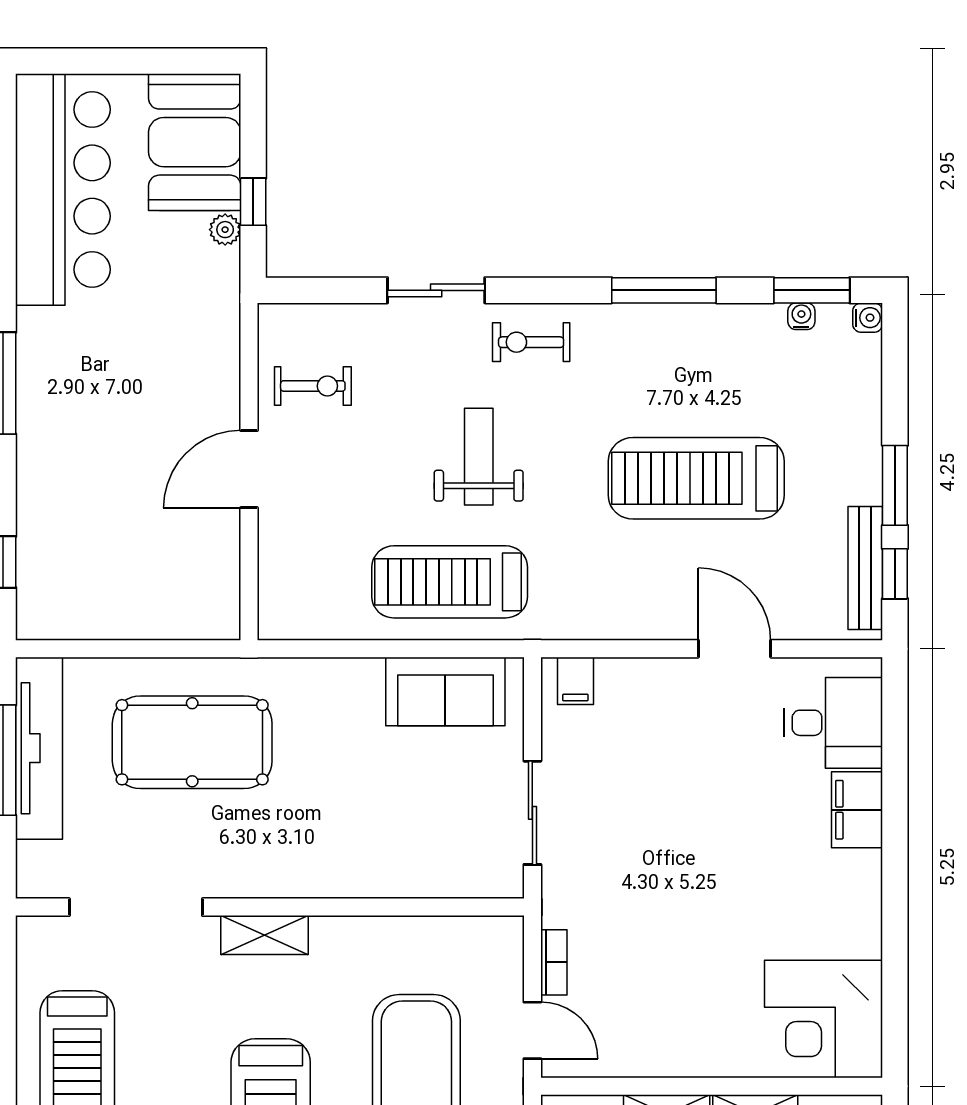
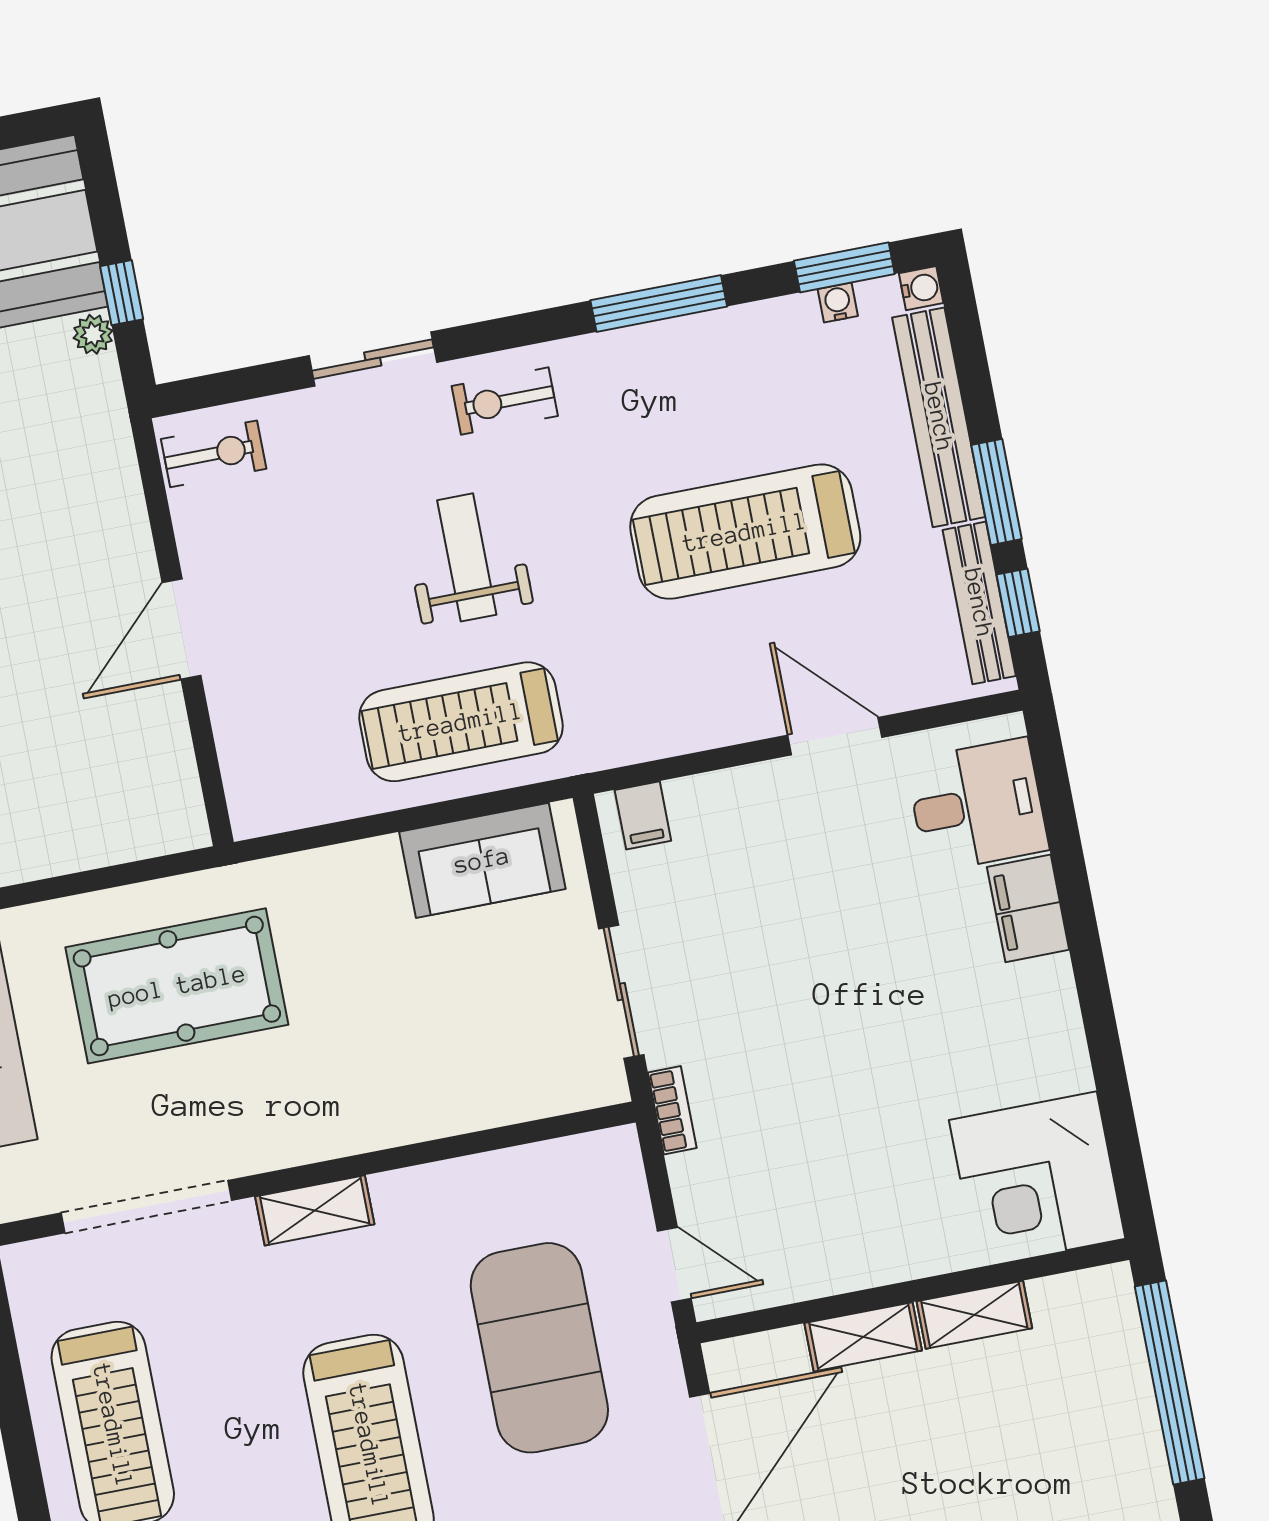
exercise bike: (313, 386) -> (214, 454), moved
bench: (862, 419) -> (939, 417), added
bookcase: (554, 962) -> (672, 1110), moved

